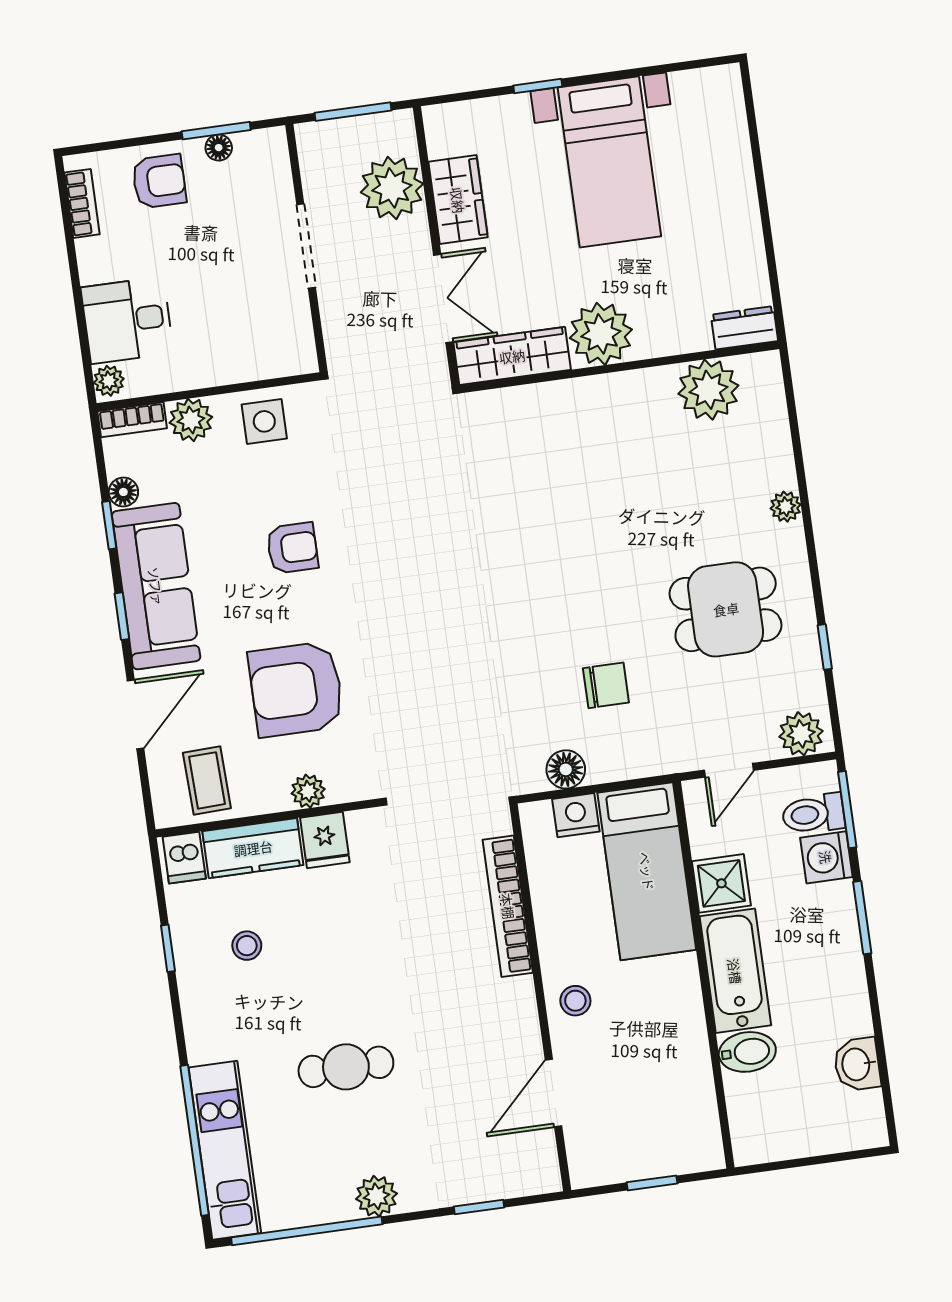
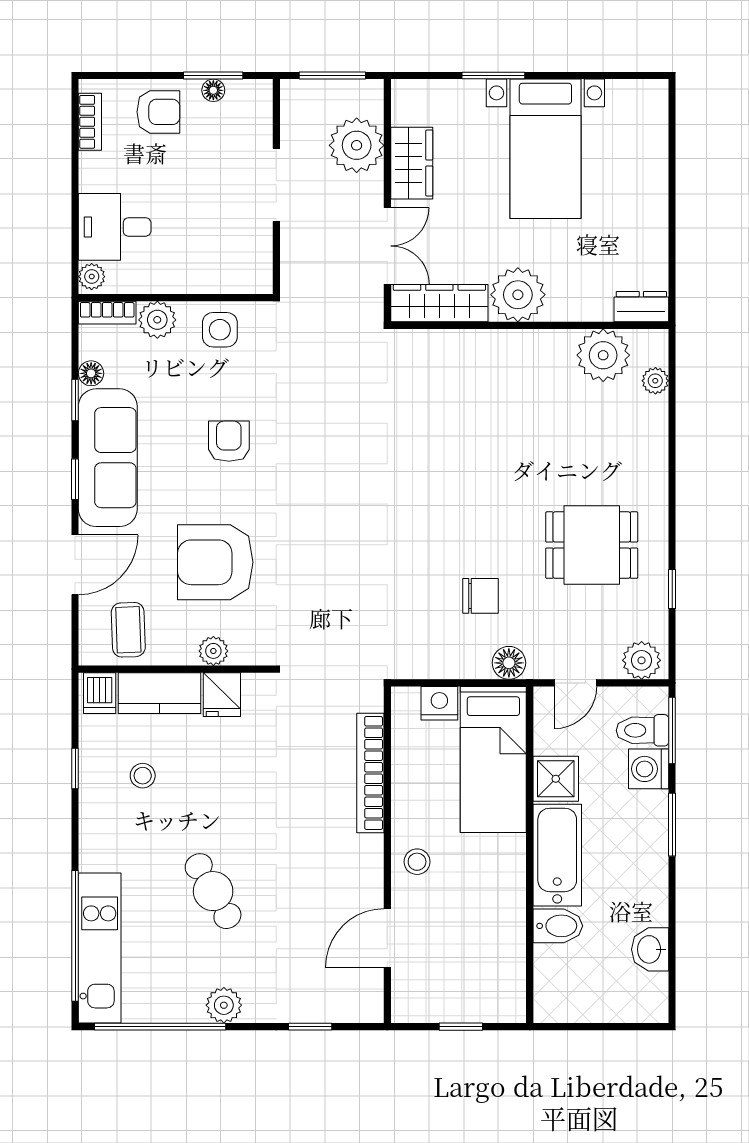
window: (538, 86) -> (493, 75), width x1.50
plant: (786, 507) -> (655, 381), moved
armchair: (292, 548) -> (229, 441), turned -90
floor lamp: (566, 769) -> (509, 663), moved
cafe table: (346, 1067) -> (213, 891), turned 60

